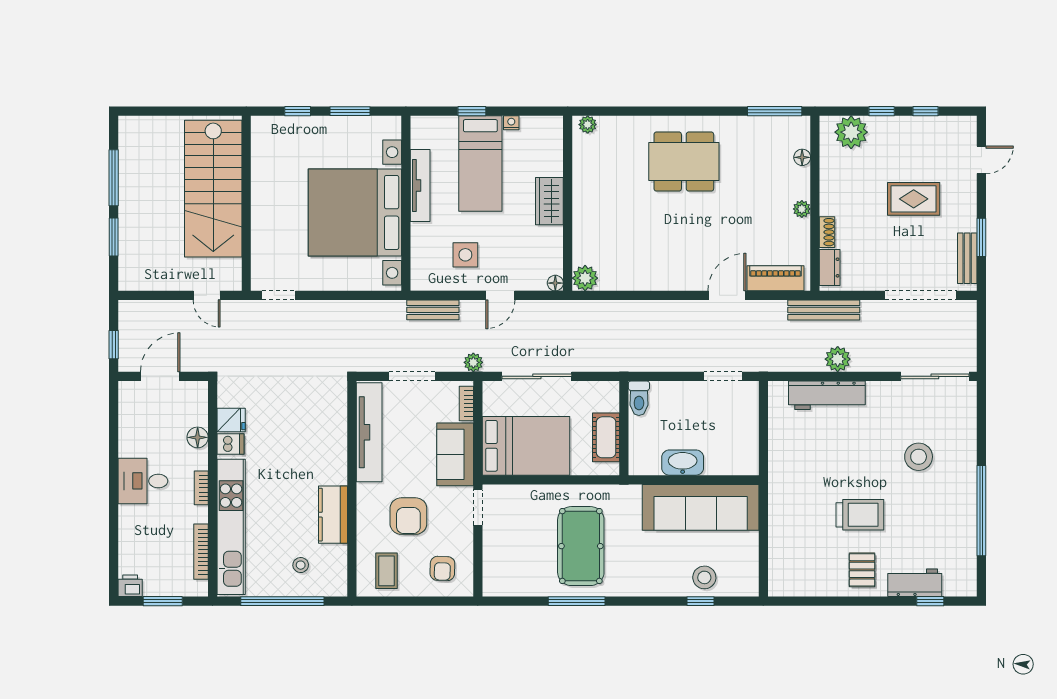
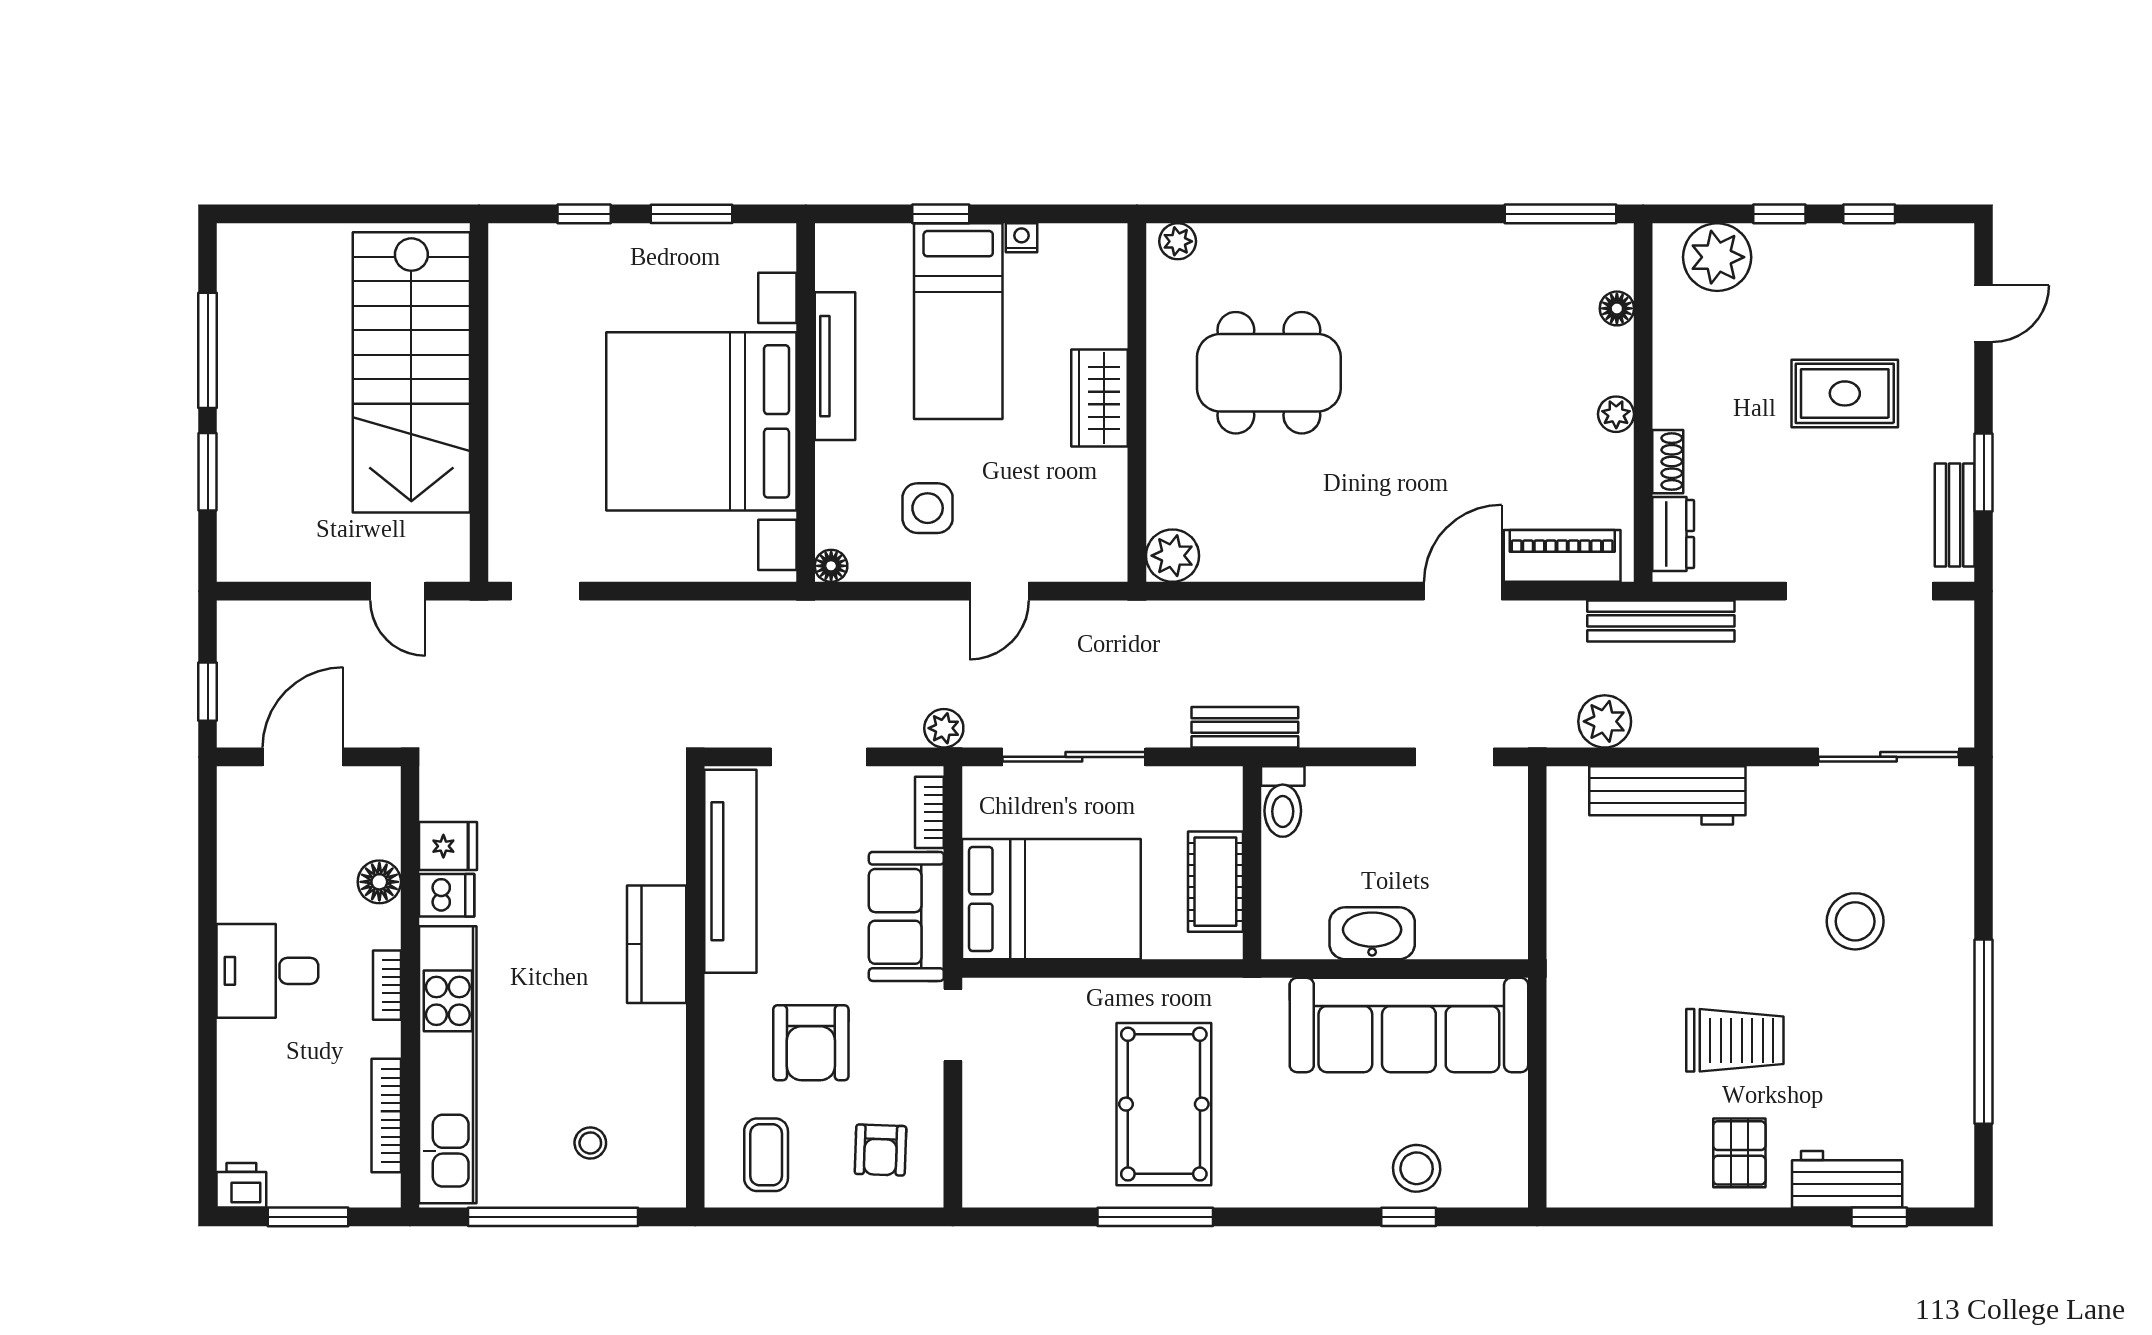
dining table: (684, 162) -> (1269, 373), moved
floor lamp: (555, 283) -> (831, 566), moved
bench: (433, 310) -> (1245, 727), moved
plant: (838, 359) -> (1605, 721), moved
kitchen counter: (333, 515) -> (657, 944), moved

